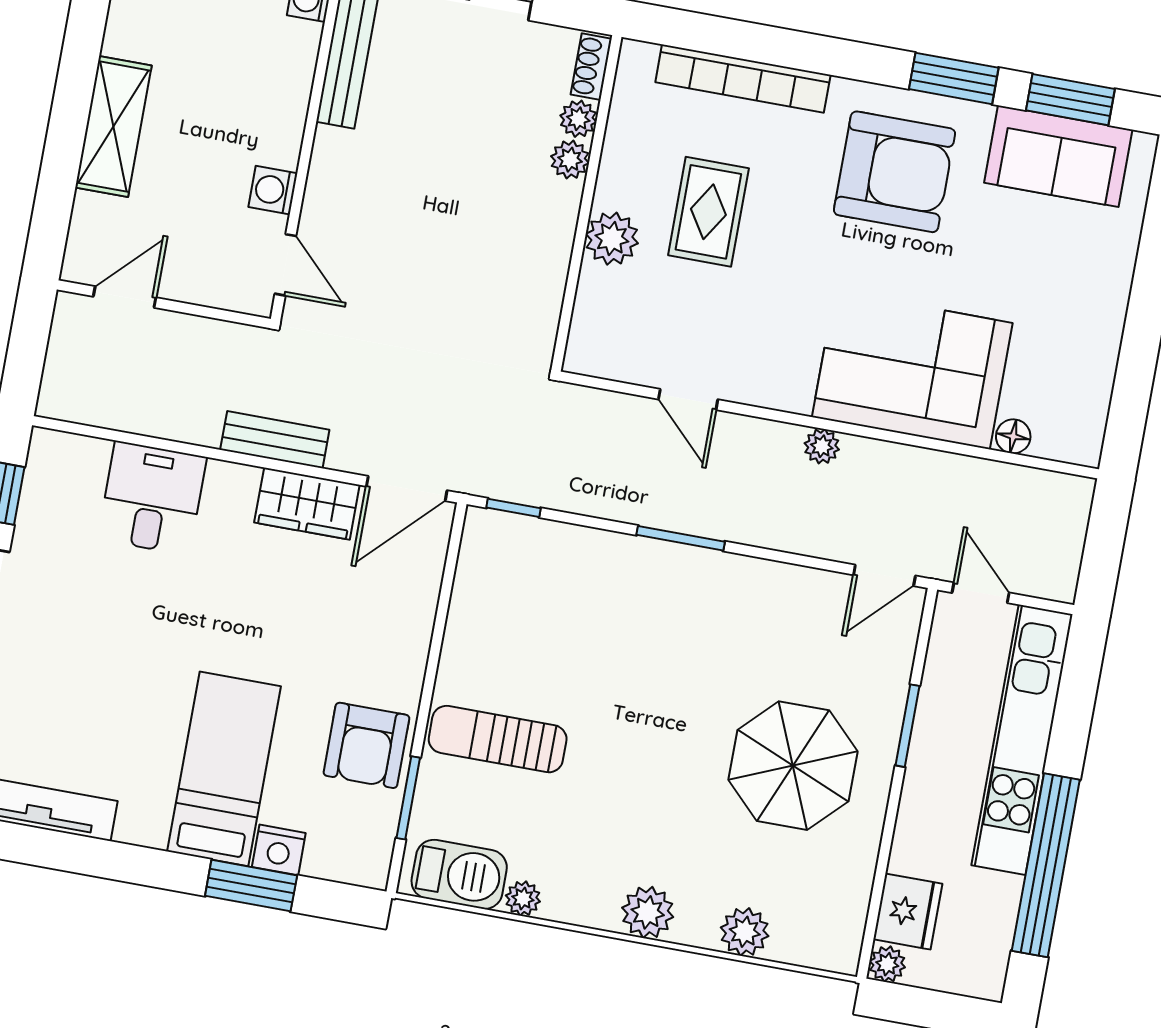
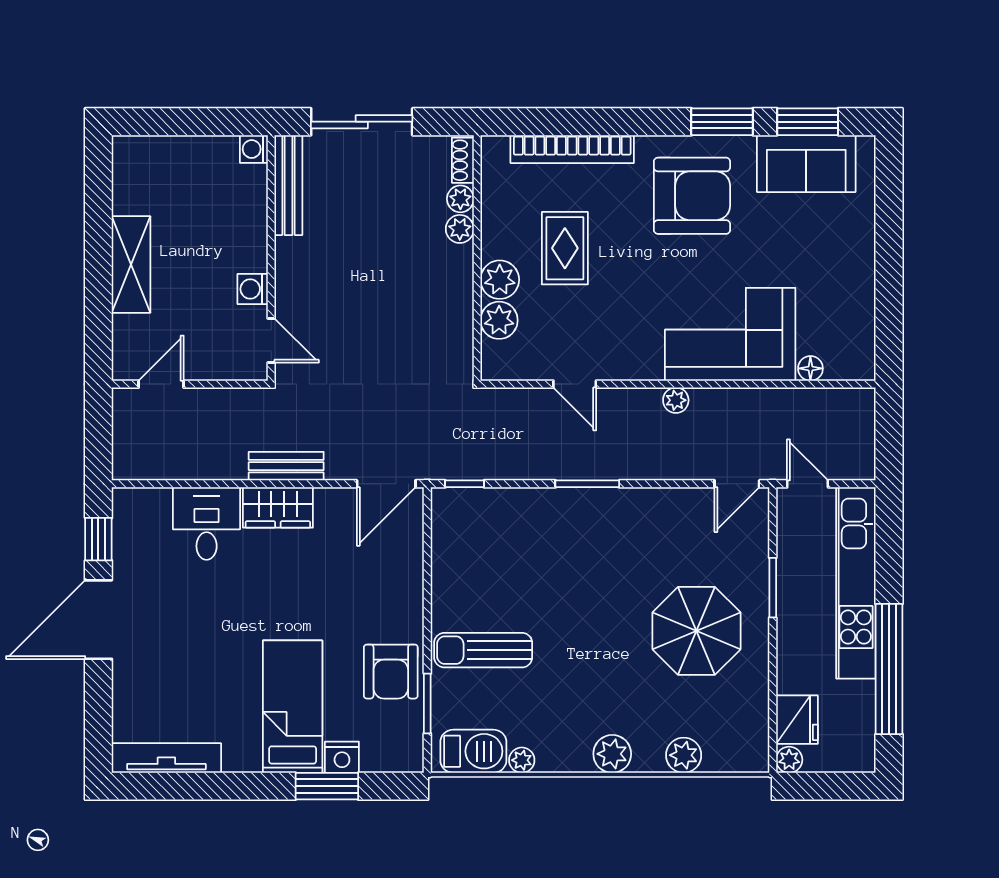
plant: (601, 294) -> (499, 320), added
wardrobe: (307, 504) -> (278, 507), moved

